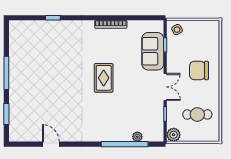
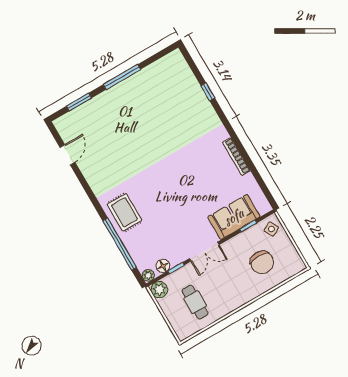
chair: (199, 70) -> (262, 262), moved, turned 180
rug: (104, 78) -> (124, 212), moved, turned 90
floor lamp: (158, 122) -> (163, 266), added
plant: (137, 137) -> (148, 275), moved
door: (51, 144) -> (67, 155), moved

